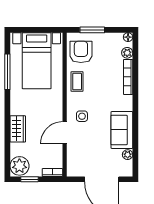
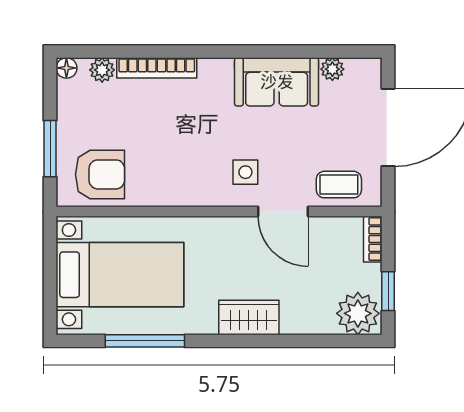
armchair: (81, 52) -> (100, 174), turned 180
coffee table: (77, 82) -> (339, 185), moved
wardrobe: (18, 129) -> (249, 317), moved

